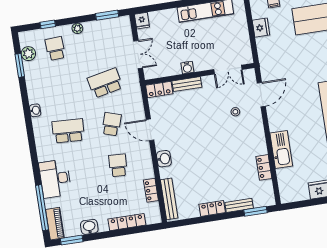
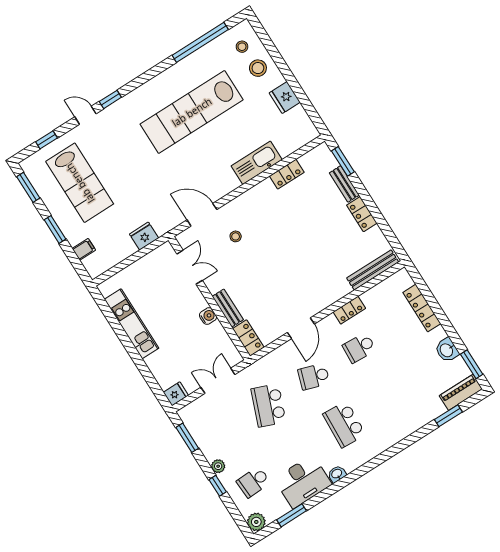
window: (48, 24) -> (218, 486), moved
fridge: (261, 28) -> (144, 236), moved
plant: (28, 54) -> (256, 522), moved
school desk: (105, 83) -> (268, 405), turned 33
washbasin: (164, 159) -> (328, 297), removed
desk: (55, 179) -> (303, 481), moved
locker: (151, 190) -> (349, 310), moved
window: (42, 208) -> (448, 416), width x0.47

